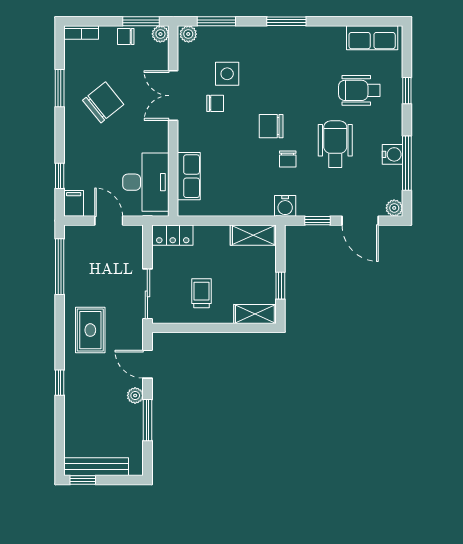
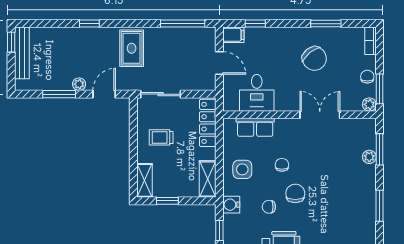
plant: (188, 34) -> (369, 157), moved
side table: (227, 74) -> (242, 169), moved
chair: (215, 103) -> (282, 165), moved, turned 180
desk: (146, 182) -> (257, 93), width x0.73
door: (109, 221) -> (219, 63), hinge flipped
locker: (173, 235) -> (208, 123), width x1.53
trolley: (202, 293) -> (161, 137), turned 180
rug: (90, 330) -> (132, 48), turned 90

